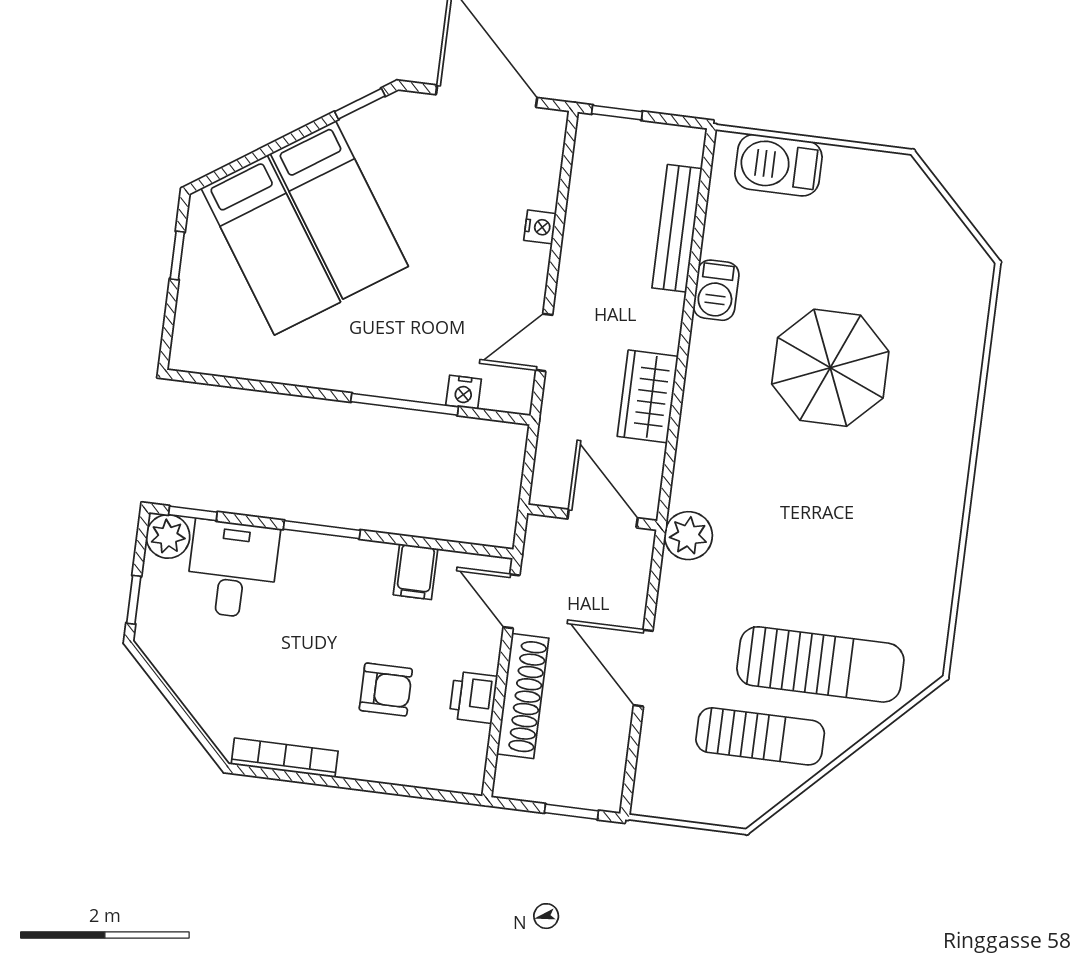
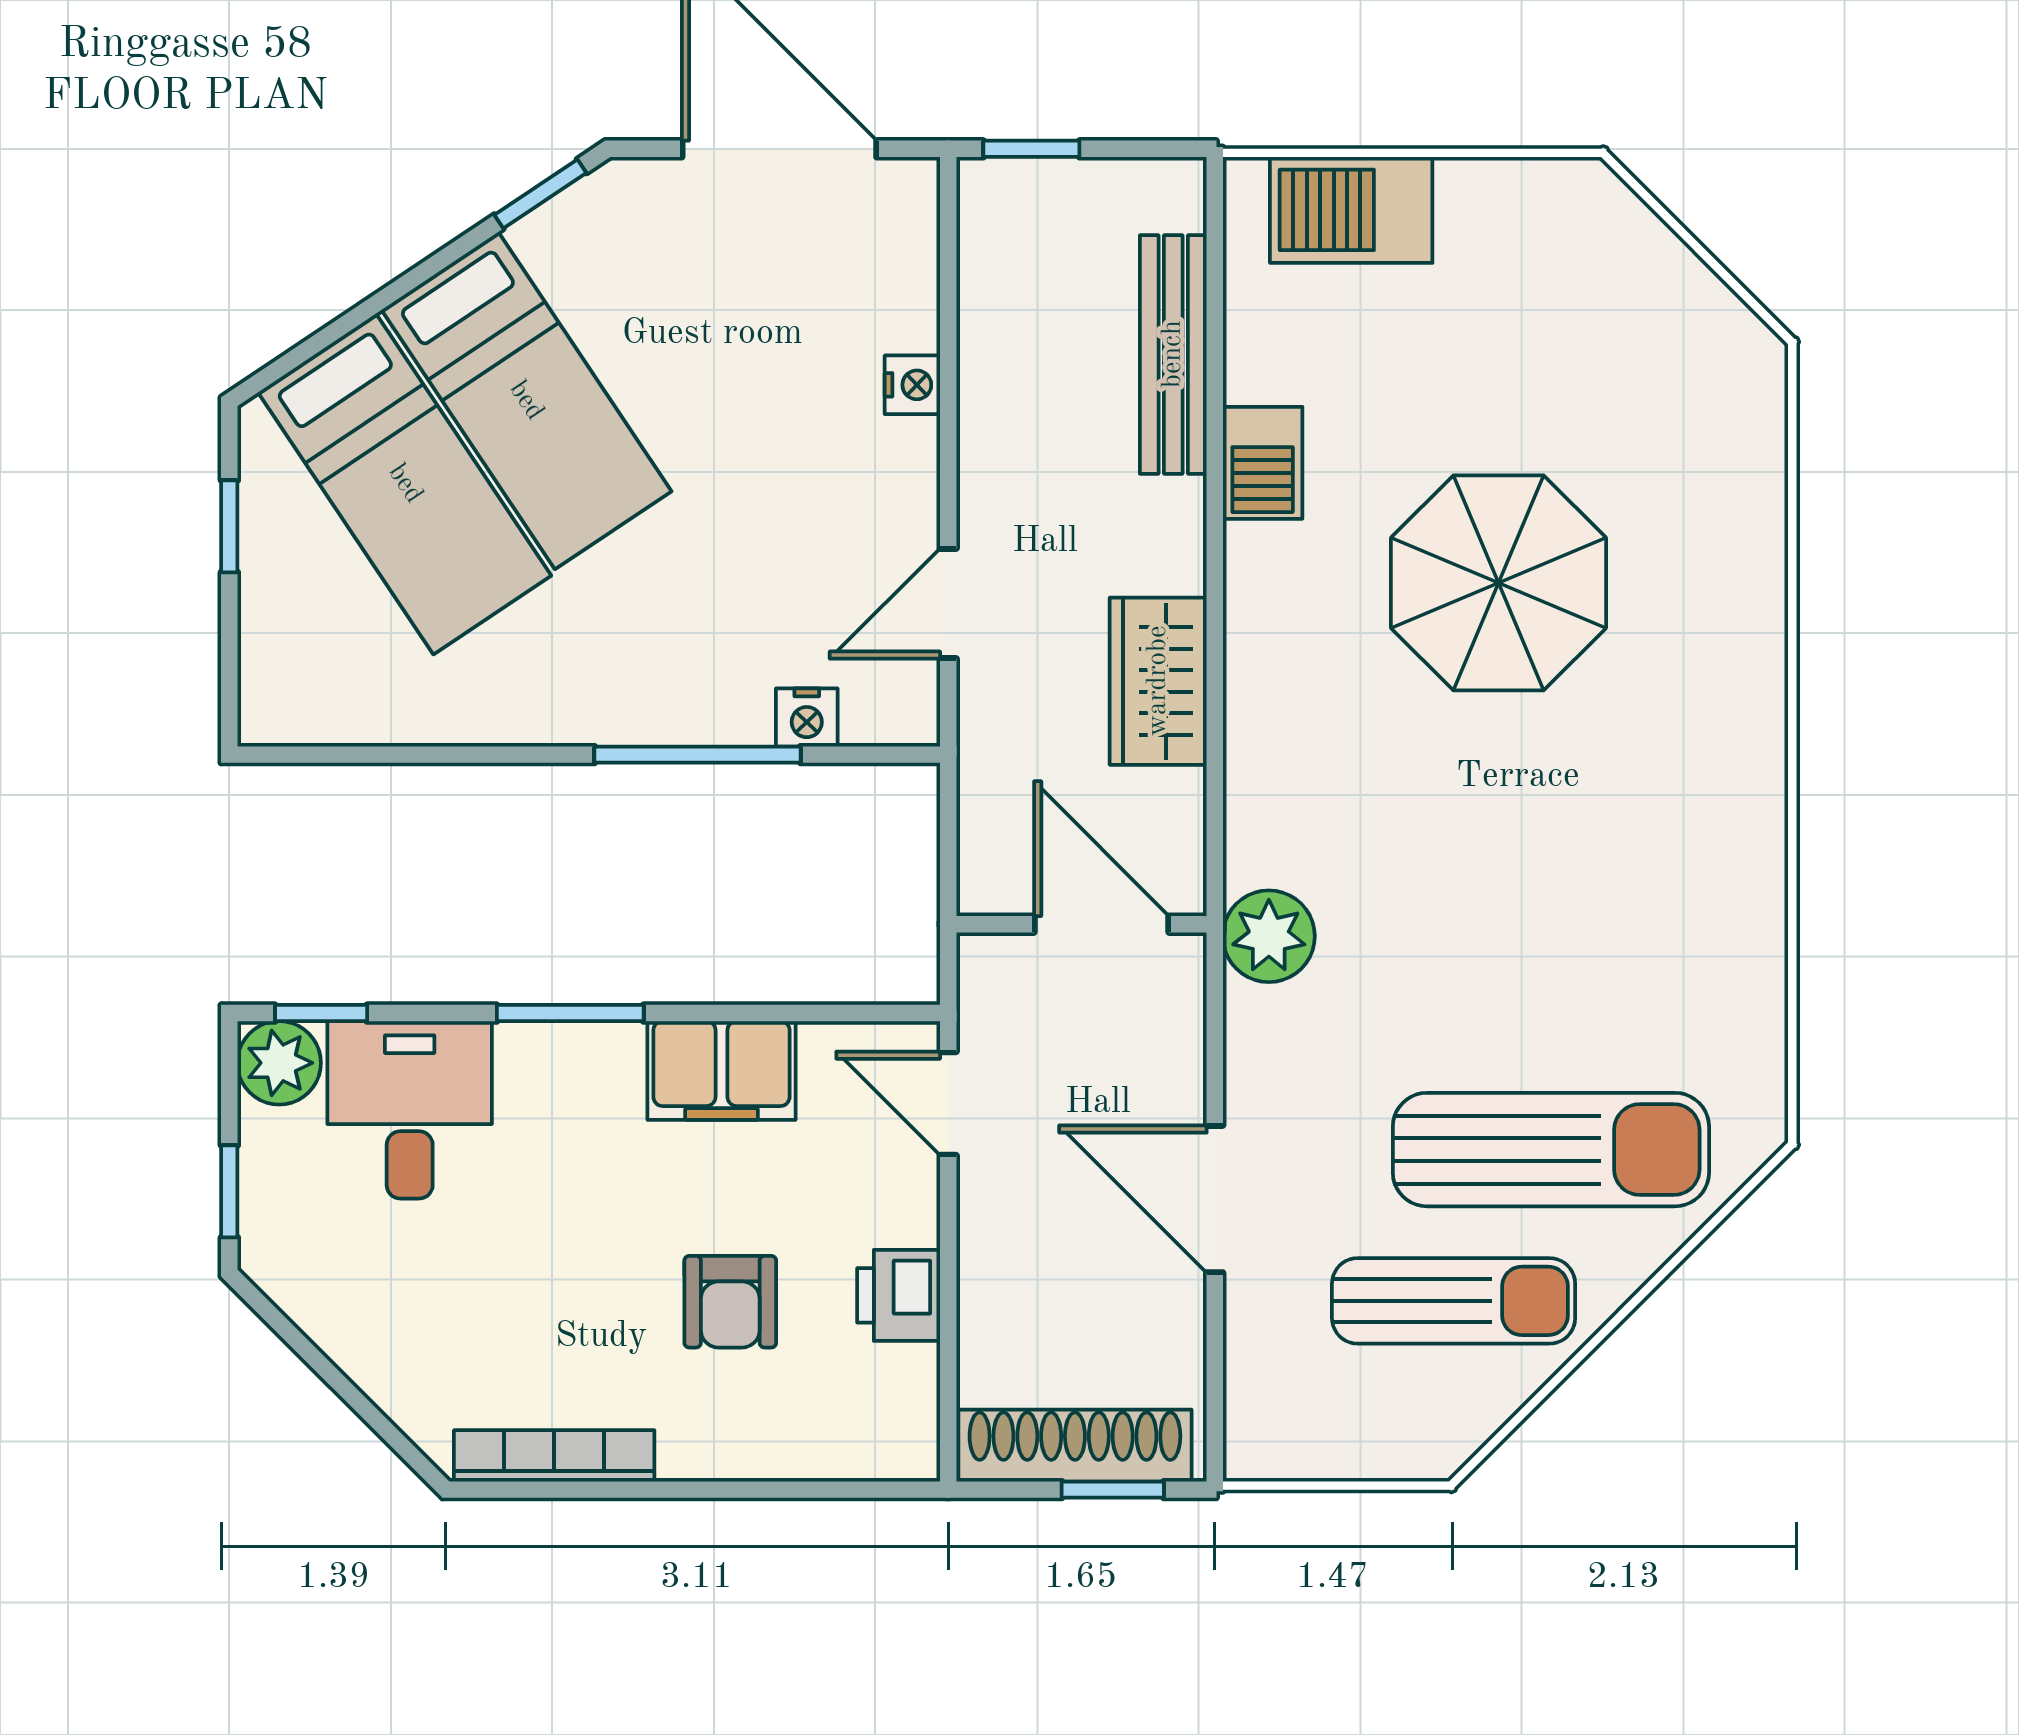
filing cabinet: (416, 572) -> (722, 1071), width x2.00
armchair: (386, 689) -> (730, 1302), turned 90
shoe rack: (523, 696) -> (1075, 1446), moved, turned -90

